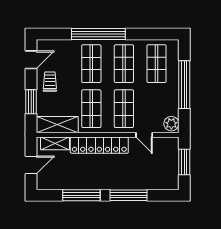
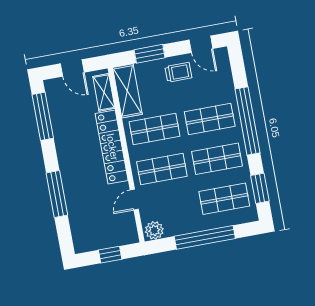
window: (153, 34) -> (260, 188), added
window: (184, 162) -> (110, 255), width x0.67
window: (81, 195) -> (43, 116), moved

